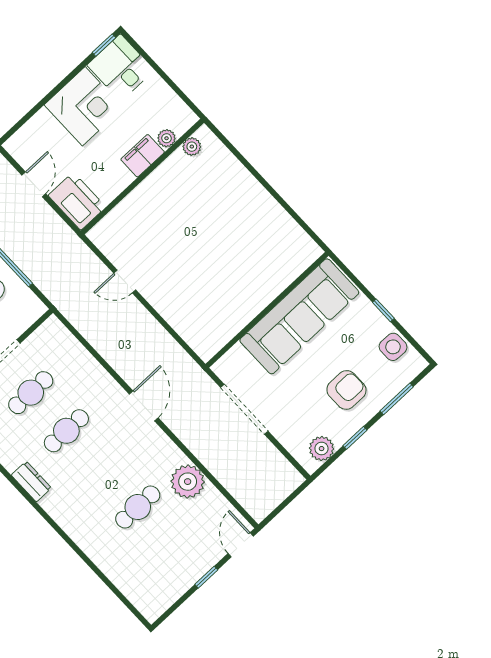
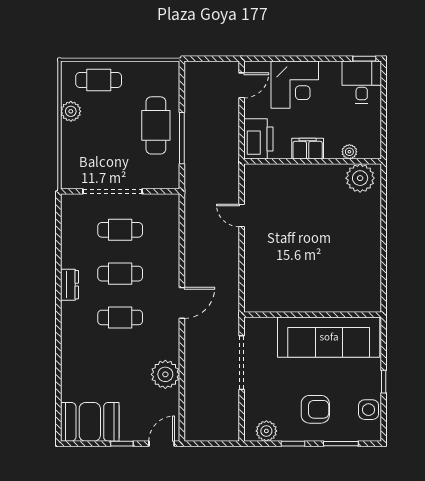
corner desk: (84, 106) -> (295, 85), moved
plant: (192, 147) -> (360, 178), width x1.87, depth x1.87
filing cabinet: (143, 156) -> (308, 149), moved
door: (34, 184) -> (242, 85), moved
cafe table: (138, 507) -> (120, 317), moved
booth: (161, 584) -> (90, 422), added

